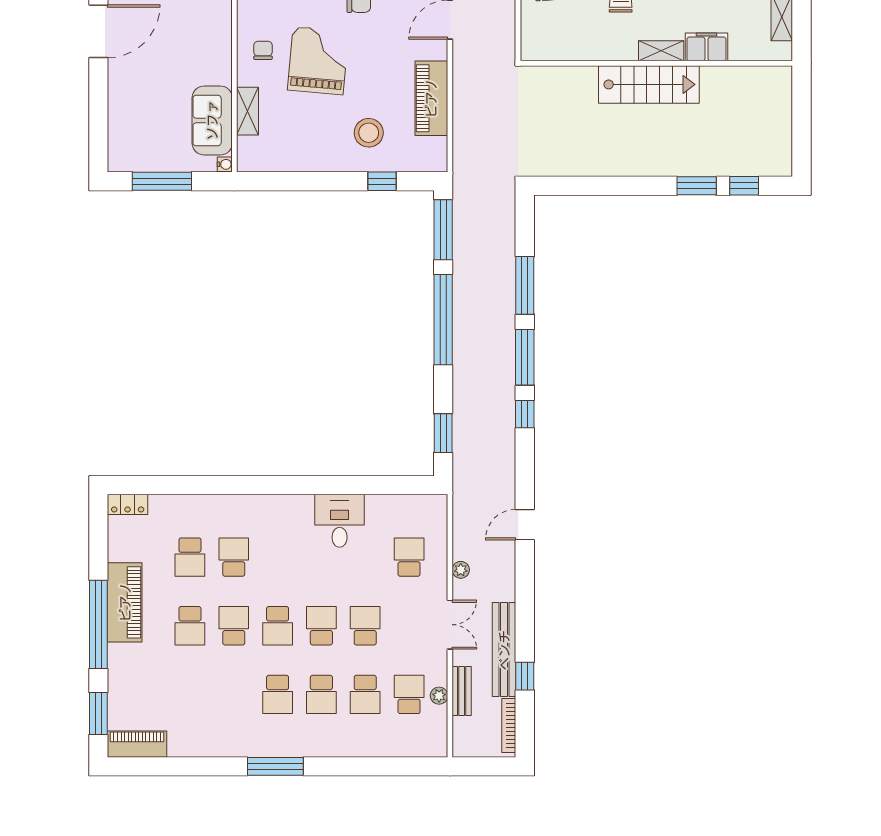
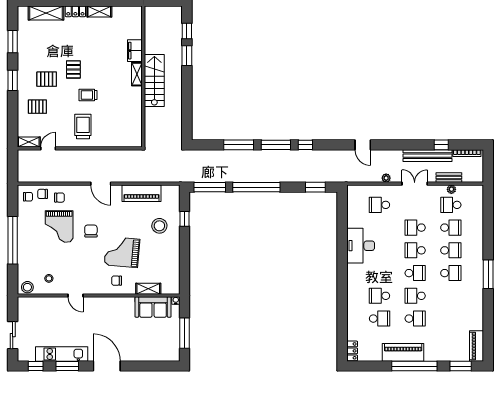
filing cabinet: (707, 47) -> (135, 51), moved
shelving: (661, 51) -> (137, 74), moved
wall: (656, 63) -> (143, 77), moved
stairs: (649, 84) -> (154, 80), moved
desk: (340, 521) -> (361, 246), width x1.37

